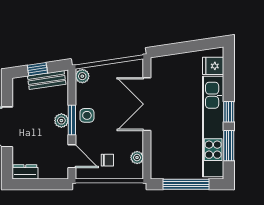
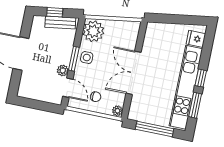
plant: (82, 76) -> (93, 31), width x1.87, depth x1.87
double door: (147, 104) -> (134, 73), moved
plant: (61, 121) -> (63, 70), moved
plant: (137, 158) -> (117, 111), moved
dresser: (25, 172) -> (28, 92), removed

